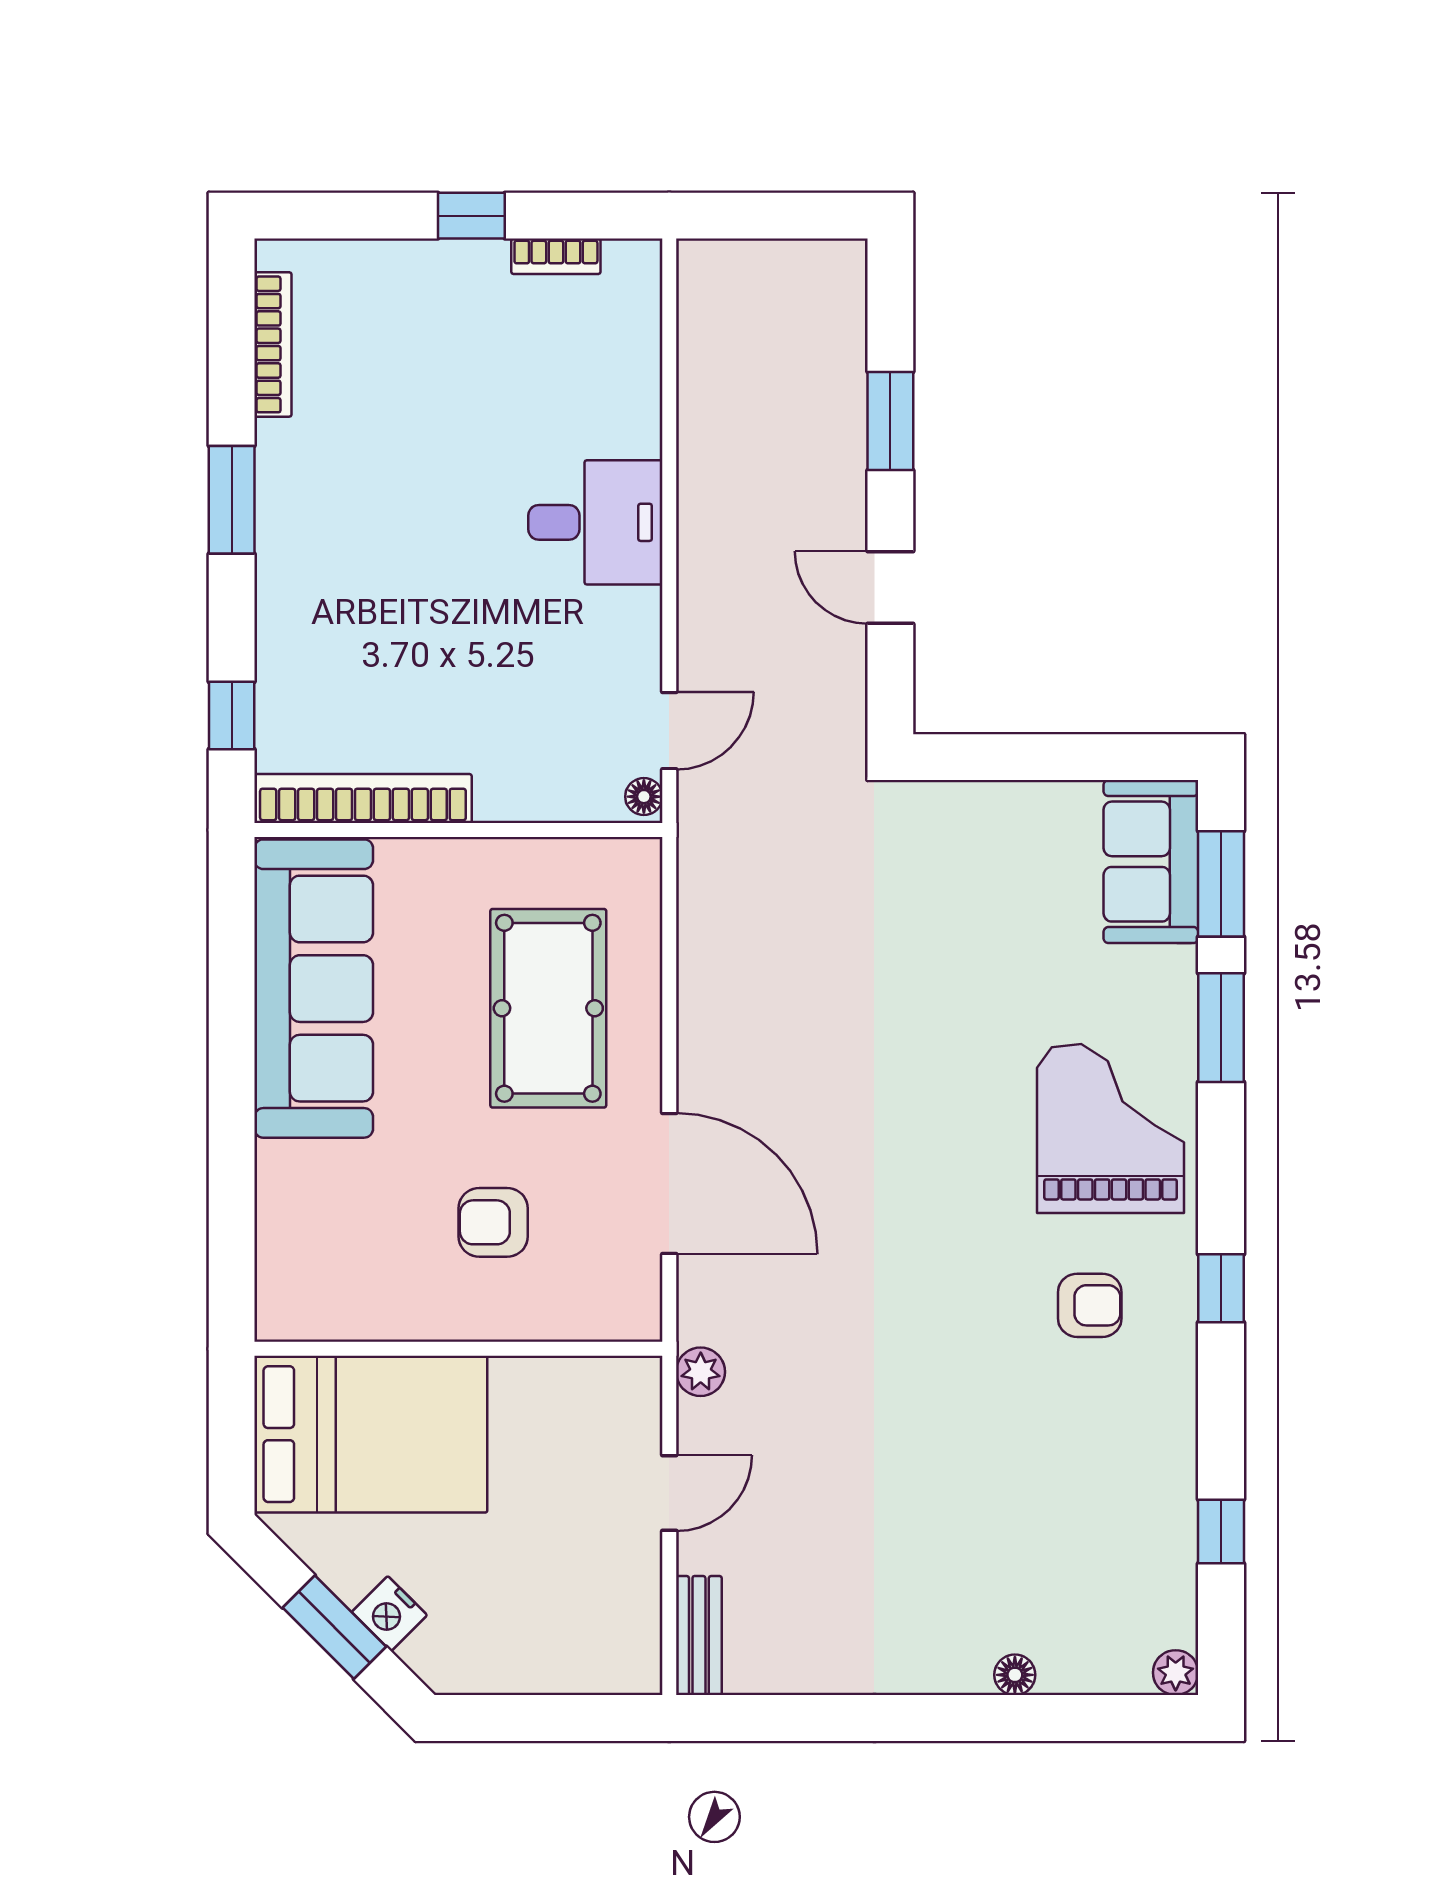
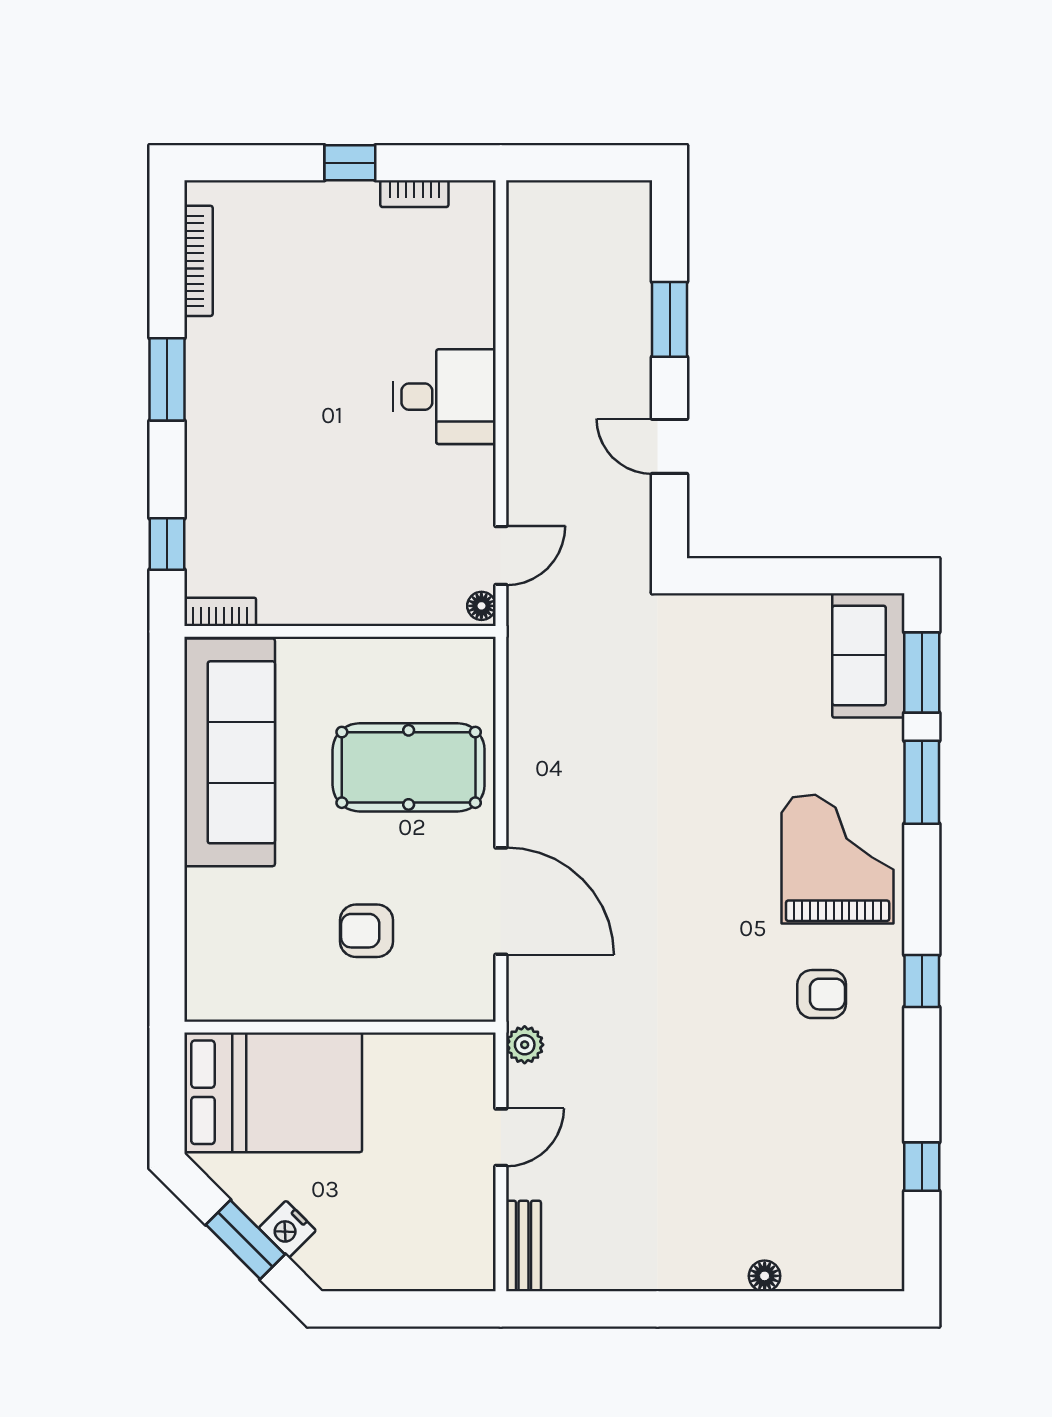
bookcase: (363, 799) -> (220, 612), width x0.43, depth x0.76
pool table: (548, 1008) -> (409, 767), turned 90
plant: (1176, 1673) -> (887, 1274), removed

